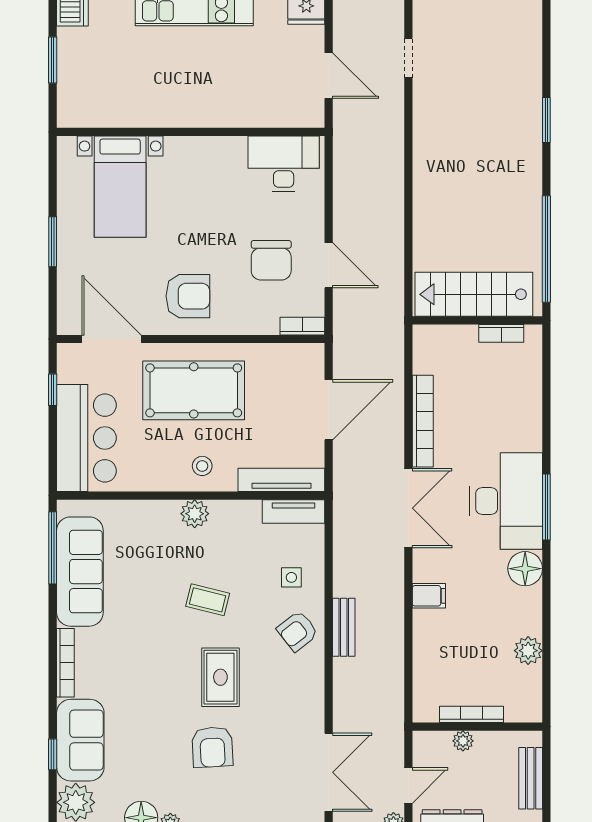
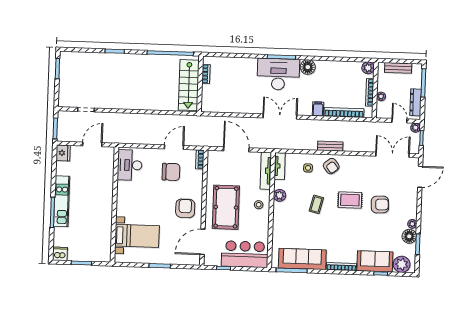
bookcase: (423, 421) -> (344, 113), moved
plant: (195, 514) -> (280, 195), moved
plant: (528, 651) -> (368, 68), moved

